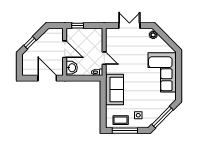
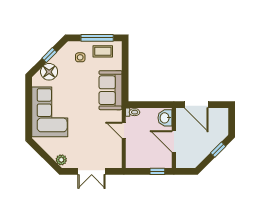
floor lamp: (163, 104) -> (49, 72), added
window: (163, 117) -> (49, 55), width x0.46

